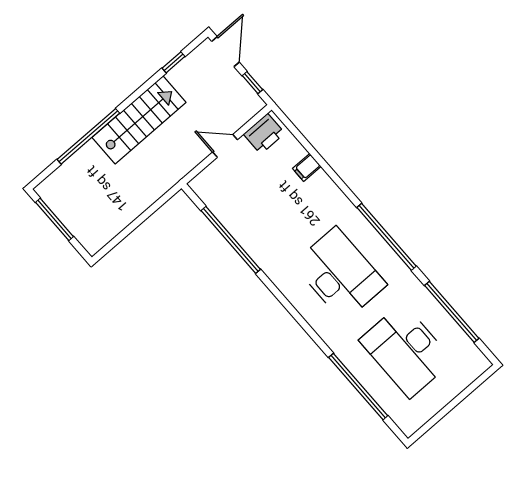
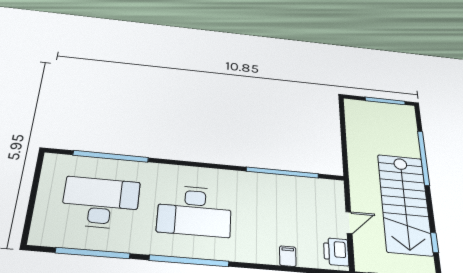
stairs: (139, 120) -> (405, 204), width x1.36, depth x1.51

